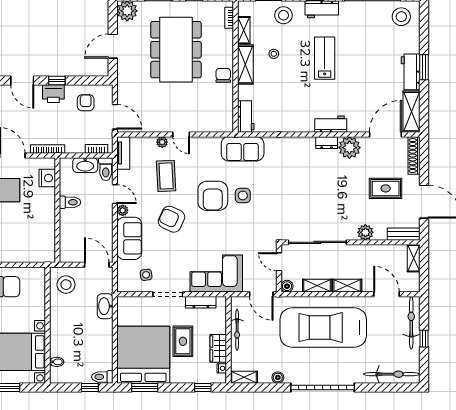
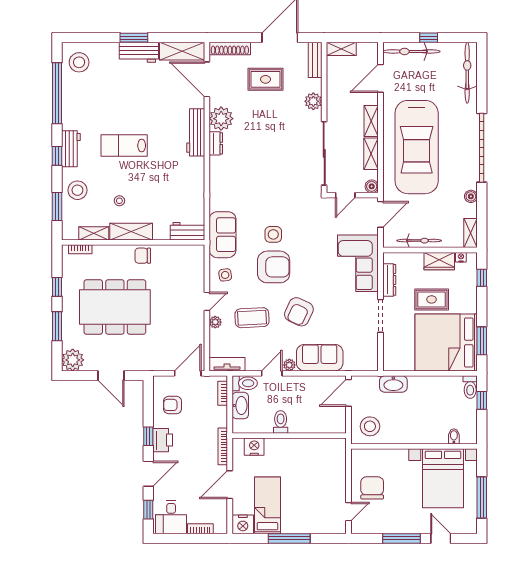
workbench: (331, 124) -> (196, 132), width x1.38
rug: (386, 188) -> (266, 79), turned 90
side table: (146, 275) -> (225, 275), moved

